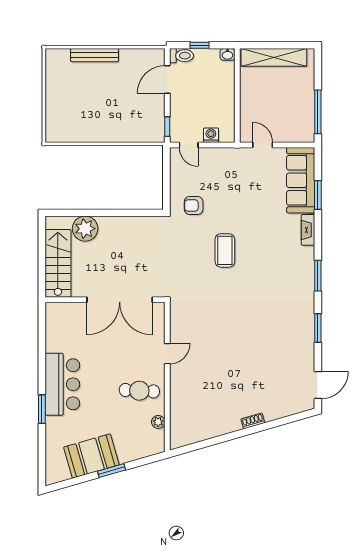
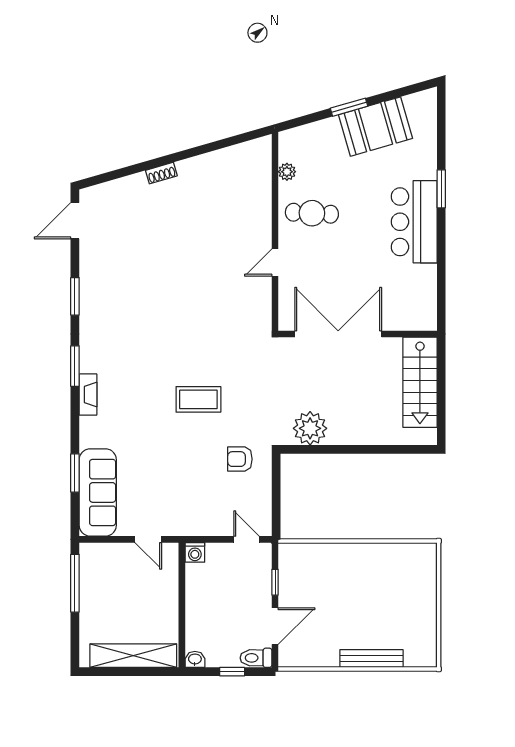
window: (167, 127) -> (275, 582), moved
washing machine: (211, 135) -> (195, 552), moved
armchair: (194, 205) -> (240, 459), turned 180
plant: (85, 229) -> (310, 428), moved
fireplace: (308, 230) -> (88, 394), moved
coffee table: (225, 250) -> (198, 399), turned 90

